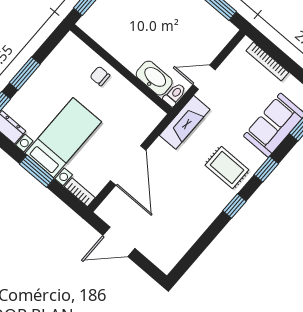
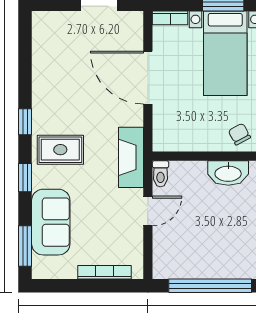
chair: (100, 76) -> (239, 134), turned -118
washbasin: (154, 78) -> (228, 173), moved

